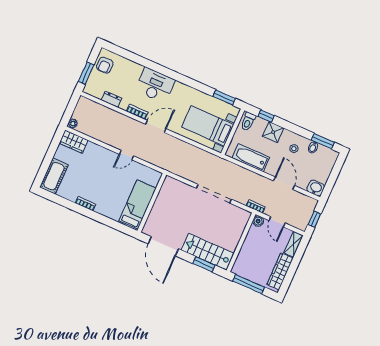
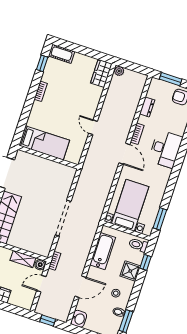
cot: (54, 176) -> (62, 54), width x0.73, depth x0.75
window: (58, 200) -> (42, 63), added
shelving: (294, 244) -> (23, 259), moved

